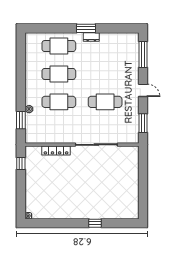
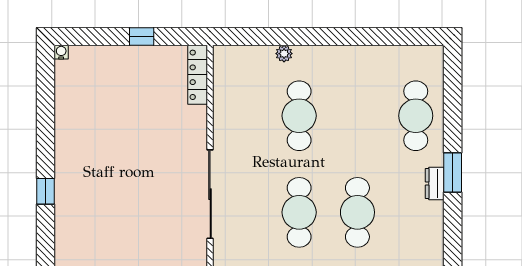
cafe table: (59, 74) -> (357, 212), moved
window: (21, 120) -> (261, 36), removed
locker: (56, 150) -> (198, 75), moved
window: (21, 163) -> (142, 36), moved

